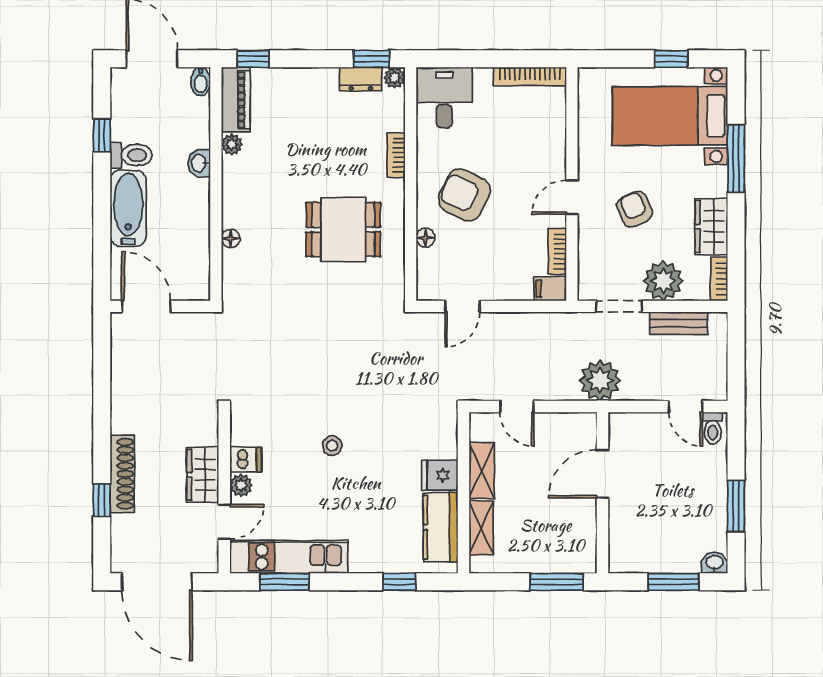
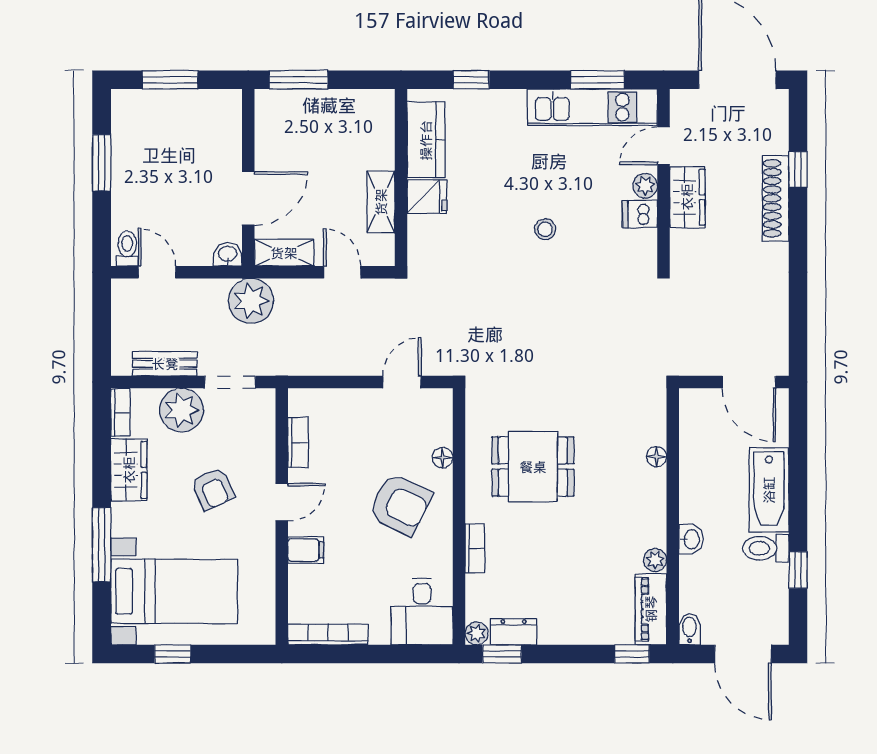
filing cabinet: (550, 289) -> (306, 550), moved
shelving: (481, 528) -> (284, 253), moved, turned 90
washbasin: (715, 563) -> (228, 254), moved, turned 180

